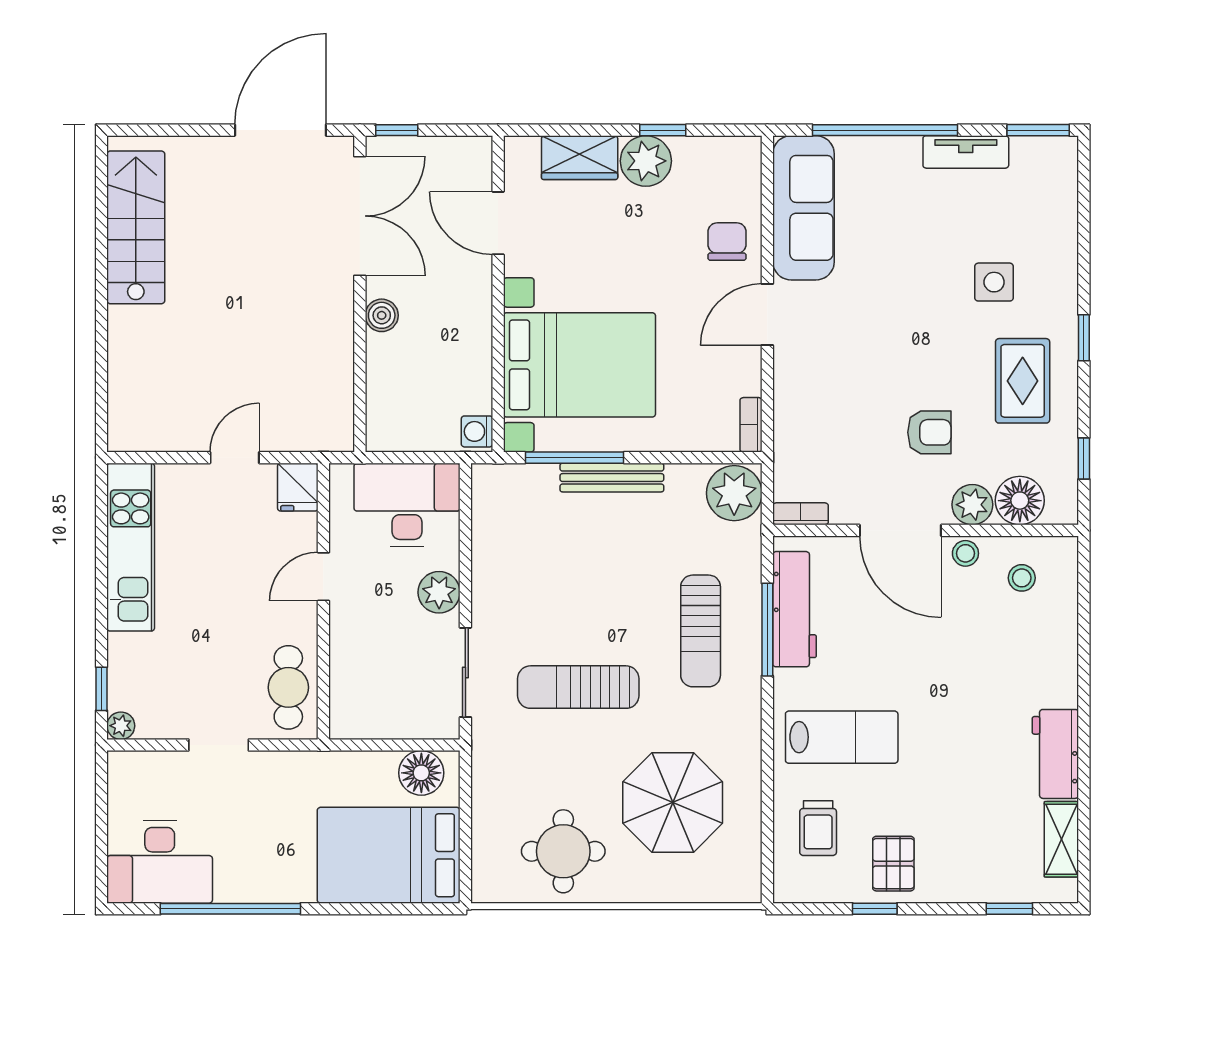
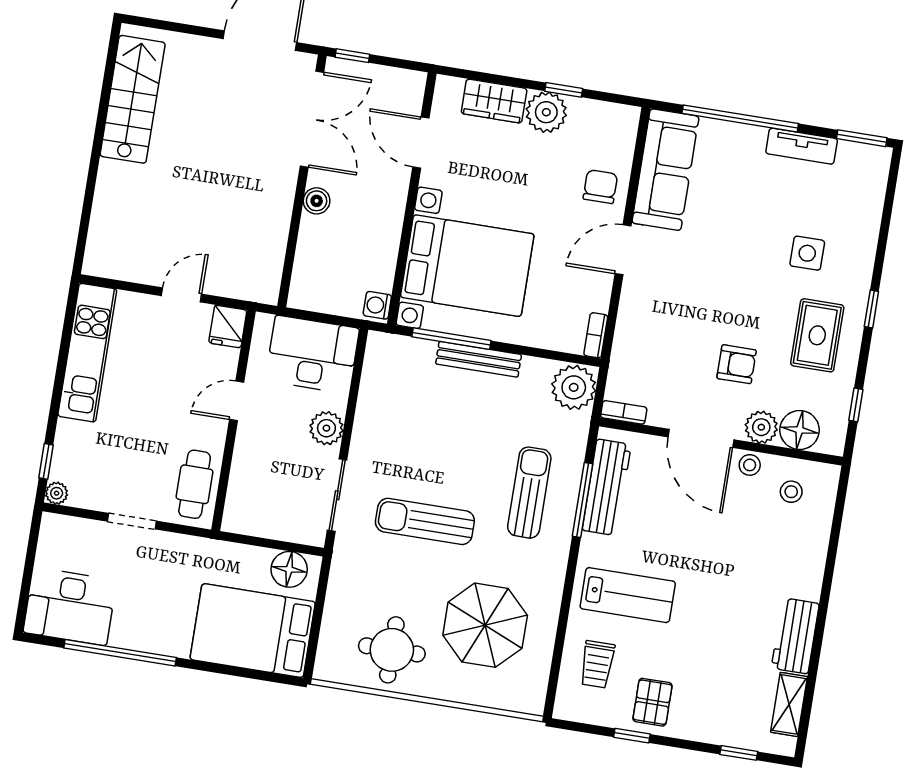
sun lounger: (701, 631) -> (529, 493), turned 180

